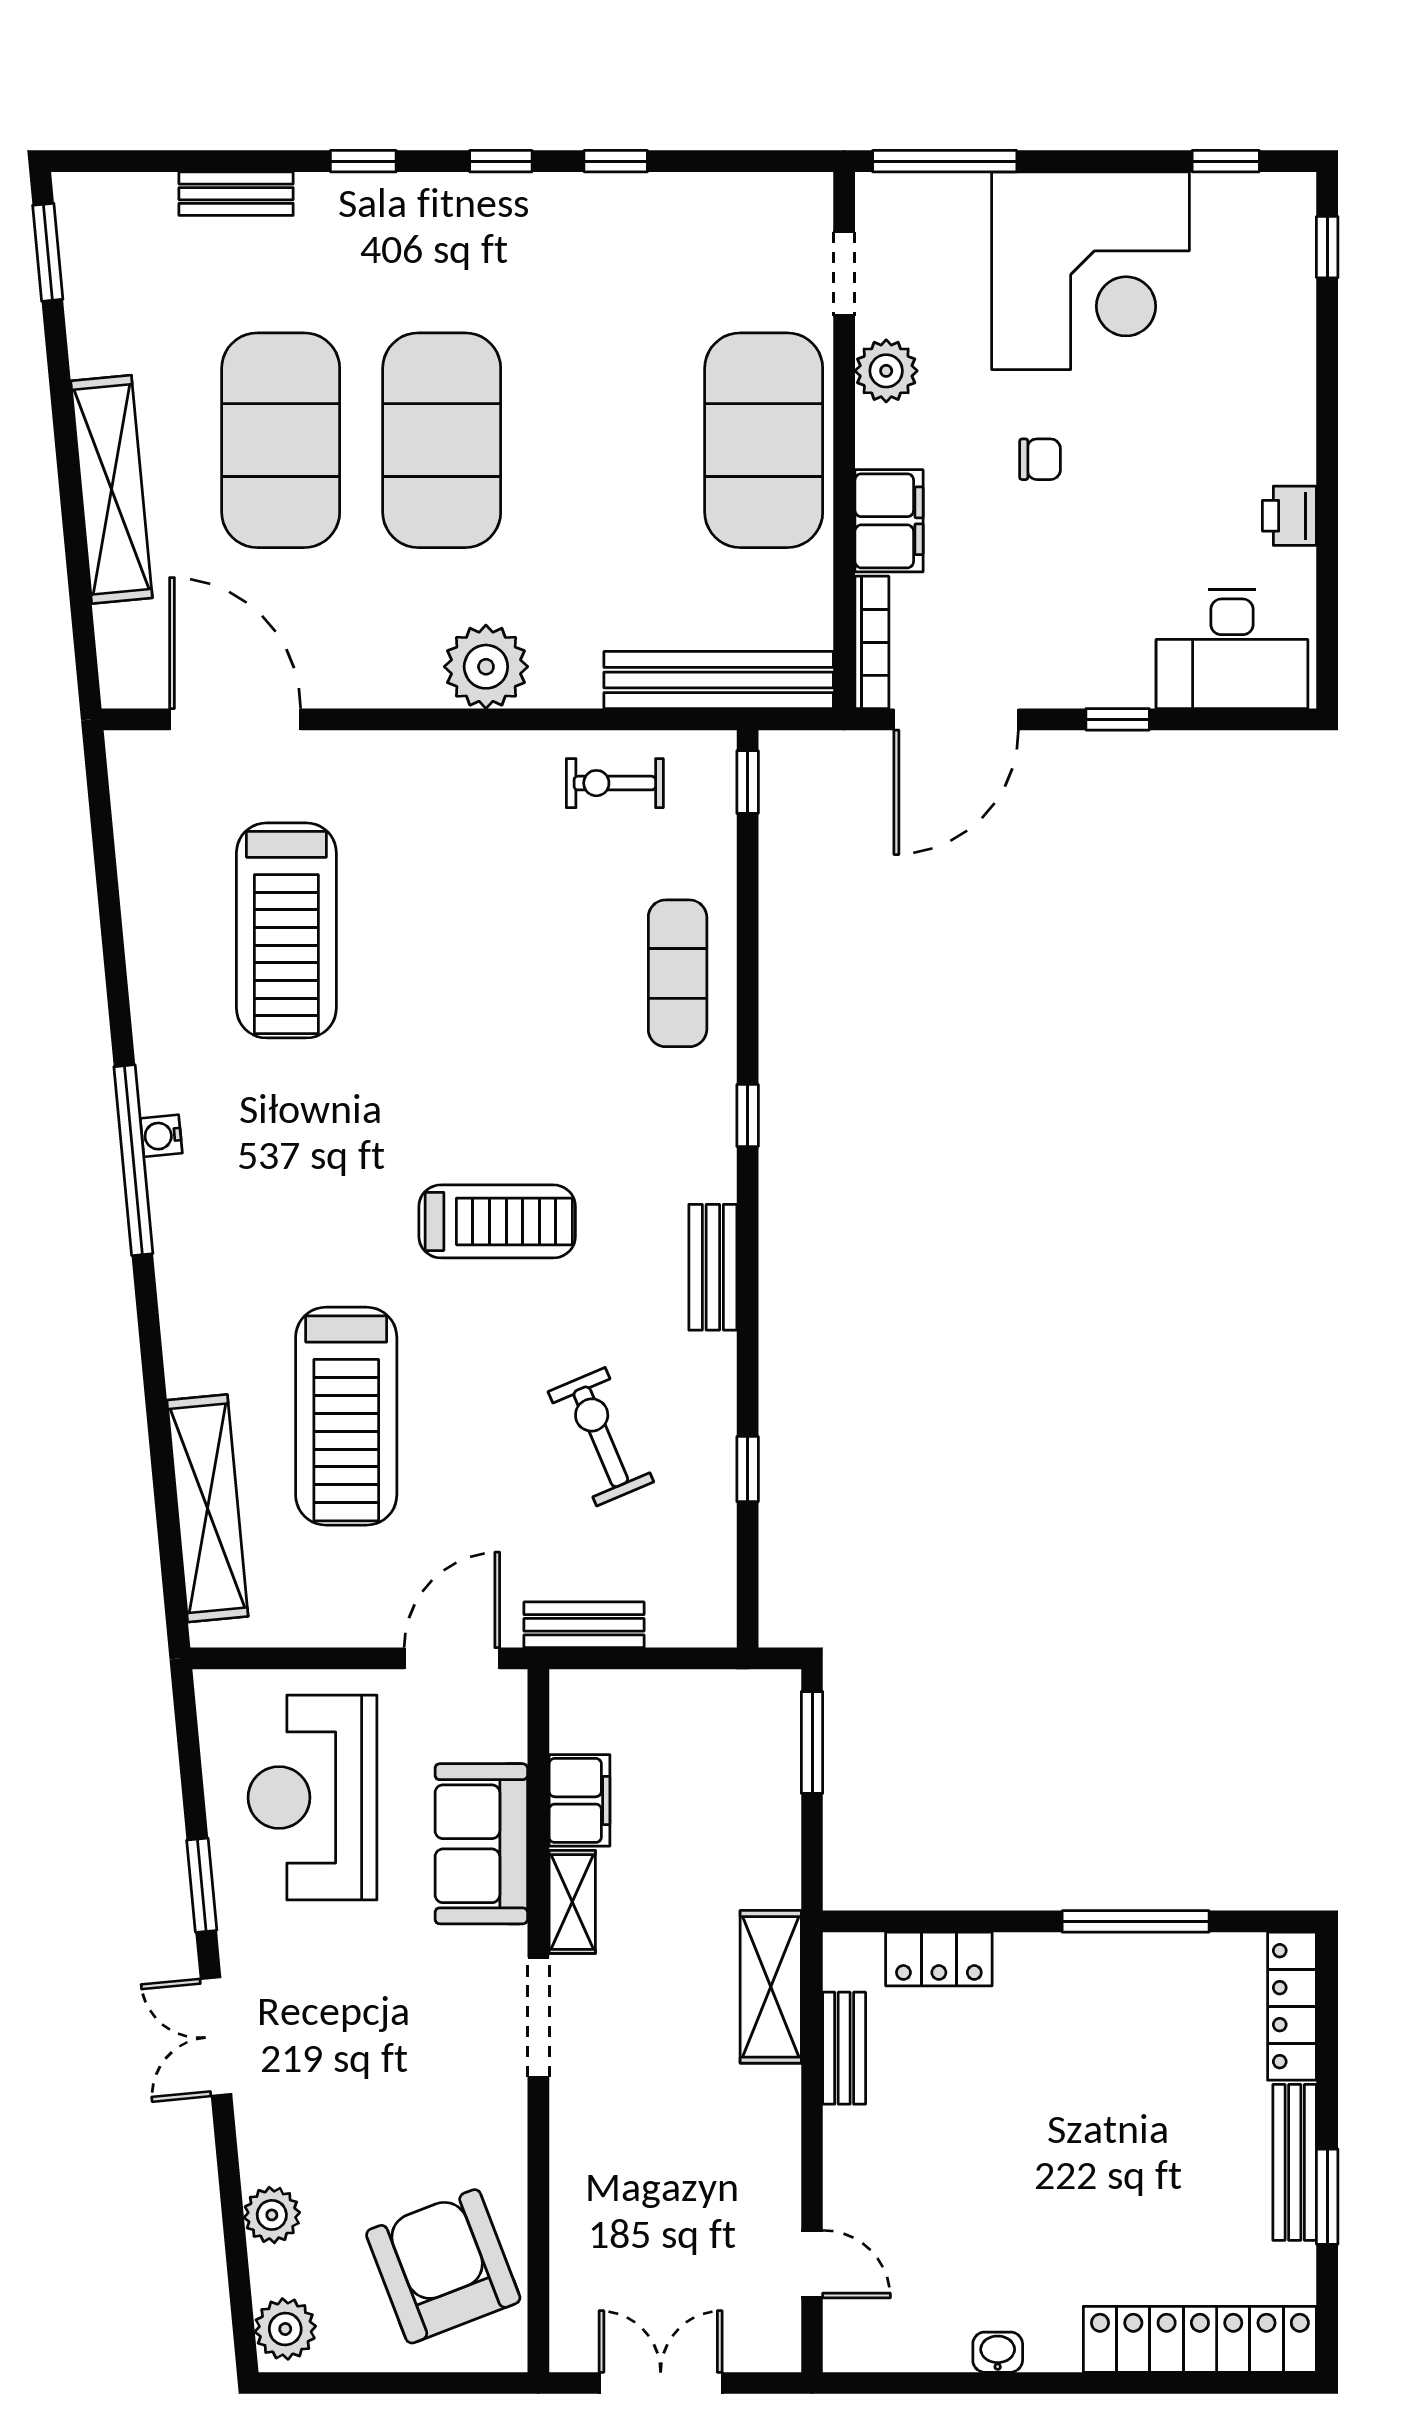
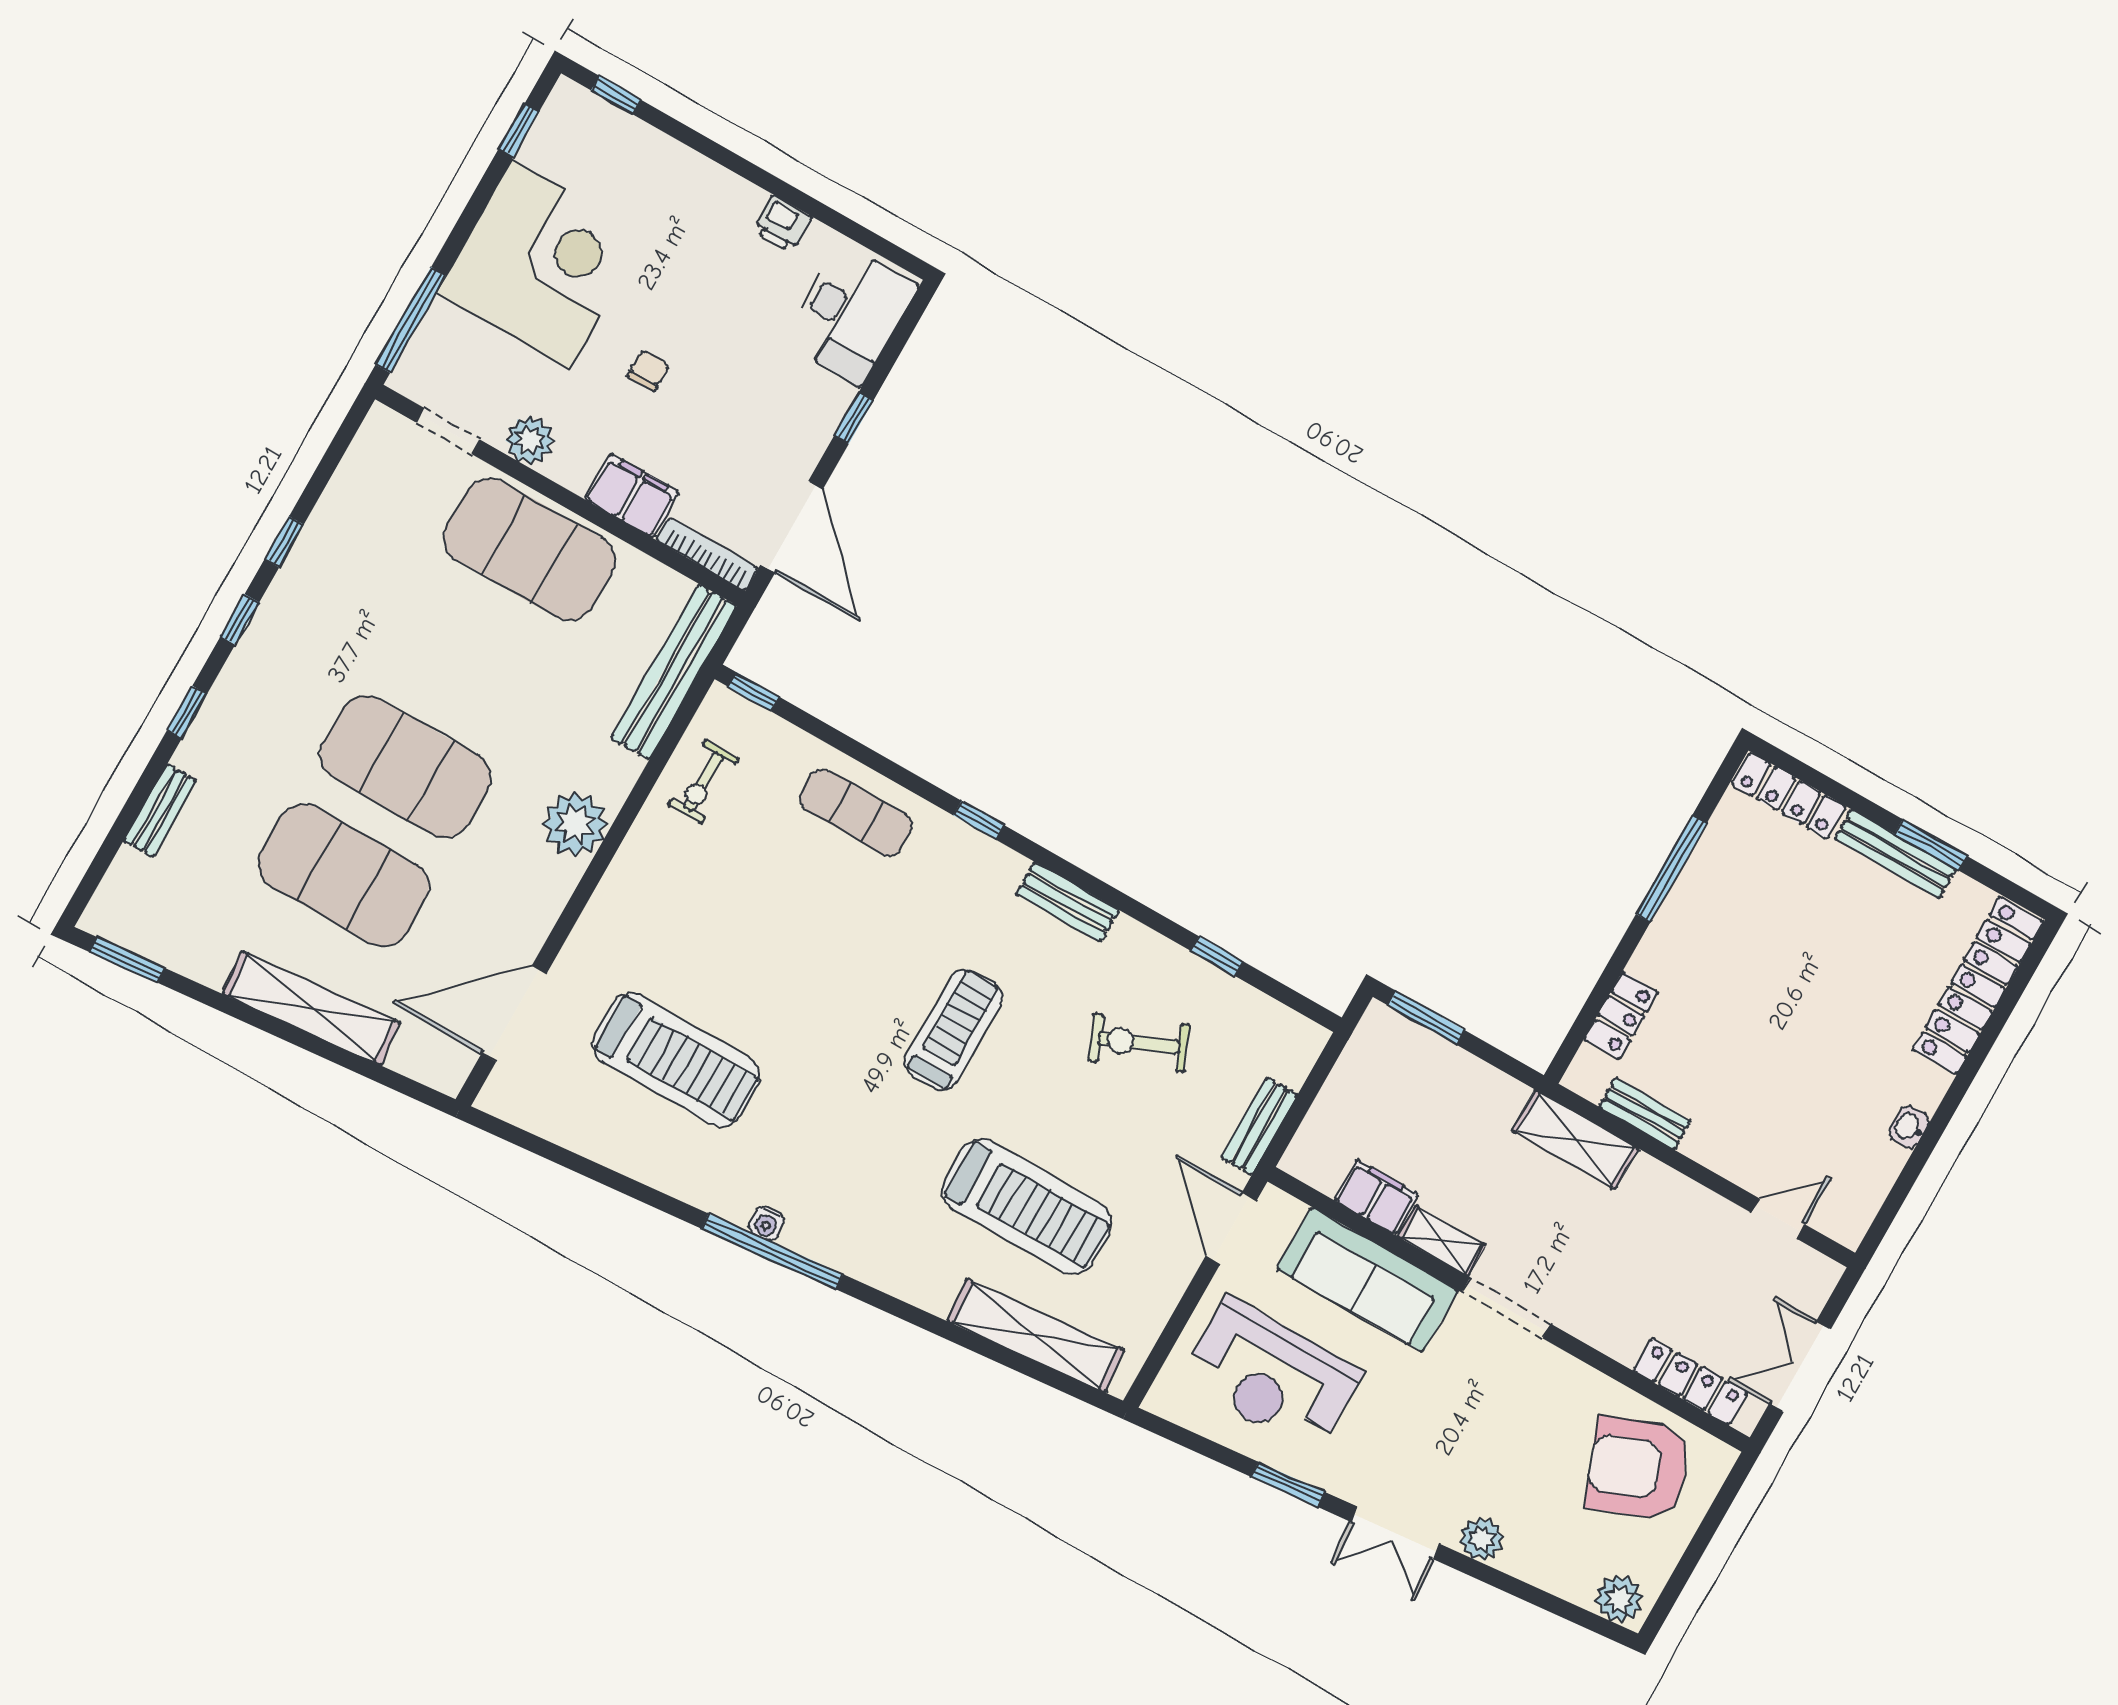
sofa: (481, 1844) -> (1367, 1280), width x1.36
plant: (272, 2215) -> (1482, 1539), moved
locker: (574, 2270) -> (1691, 1382), added

